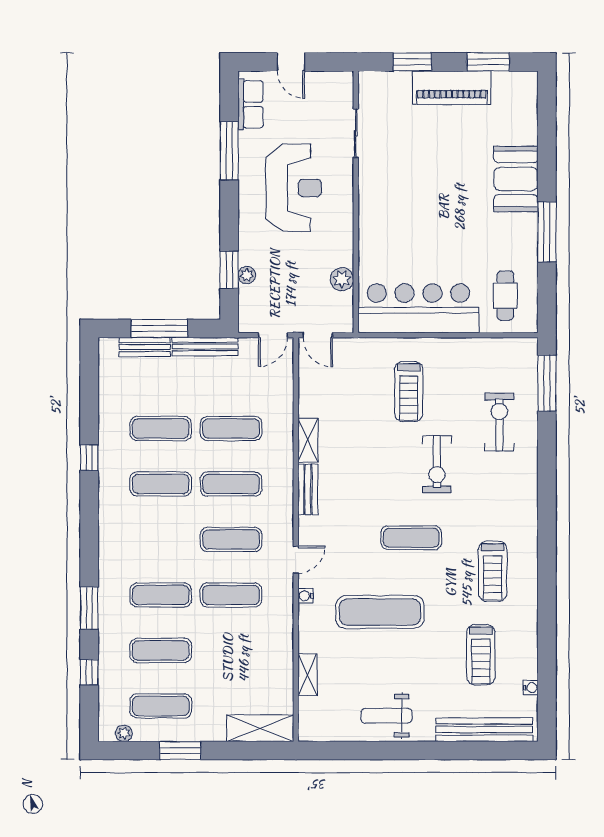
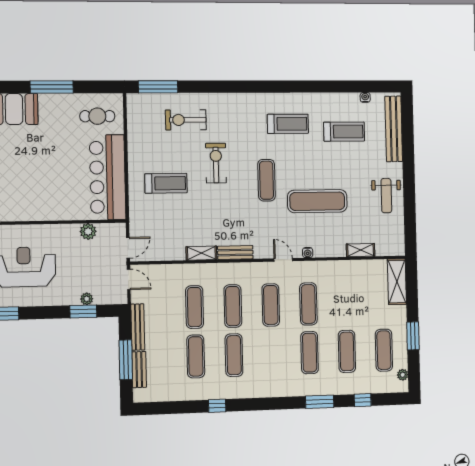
exercise bike: (437, 464) -> (216, 163), turned -90
exercise mat: (380, 612) -> (317, 201), turned 90

